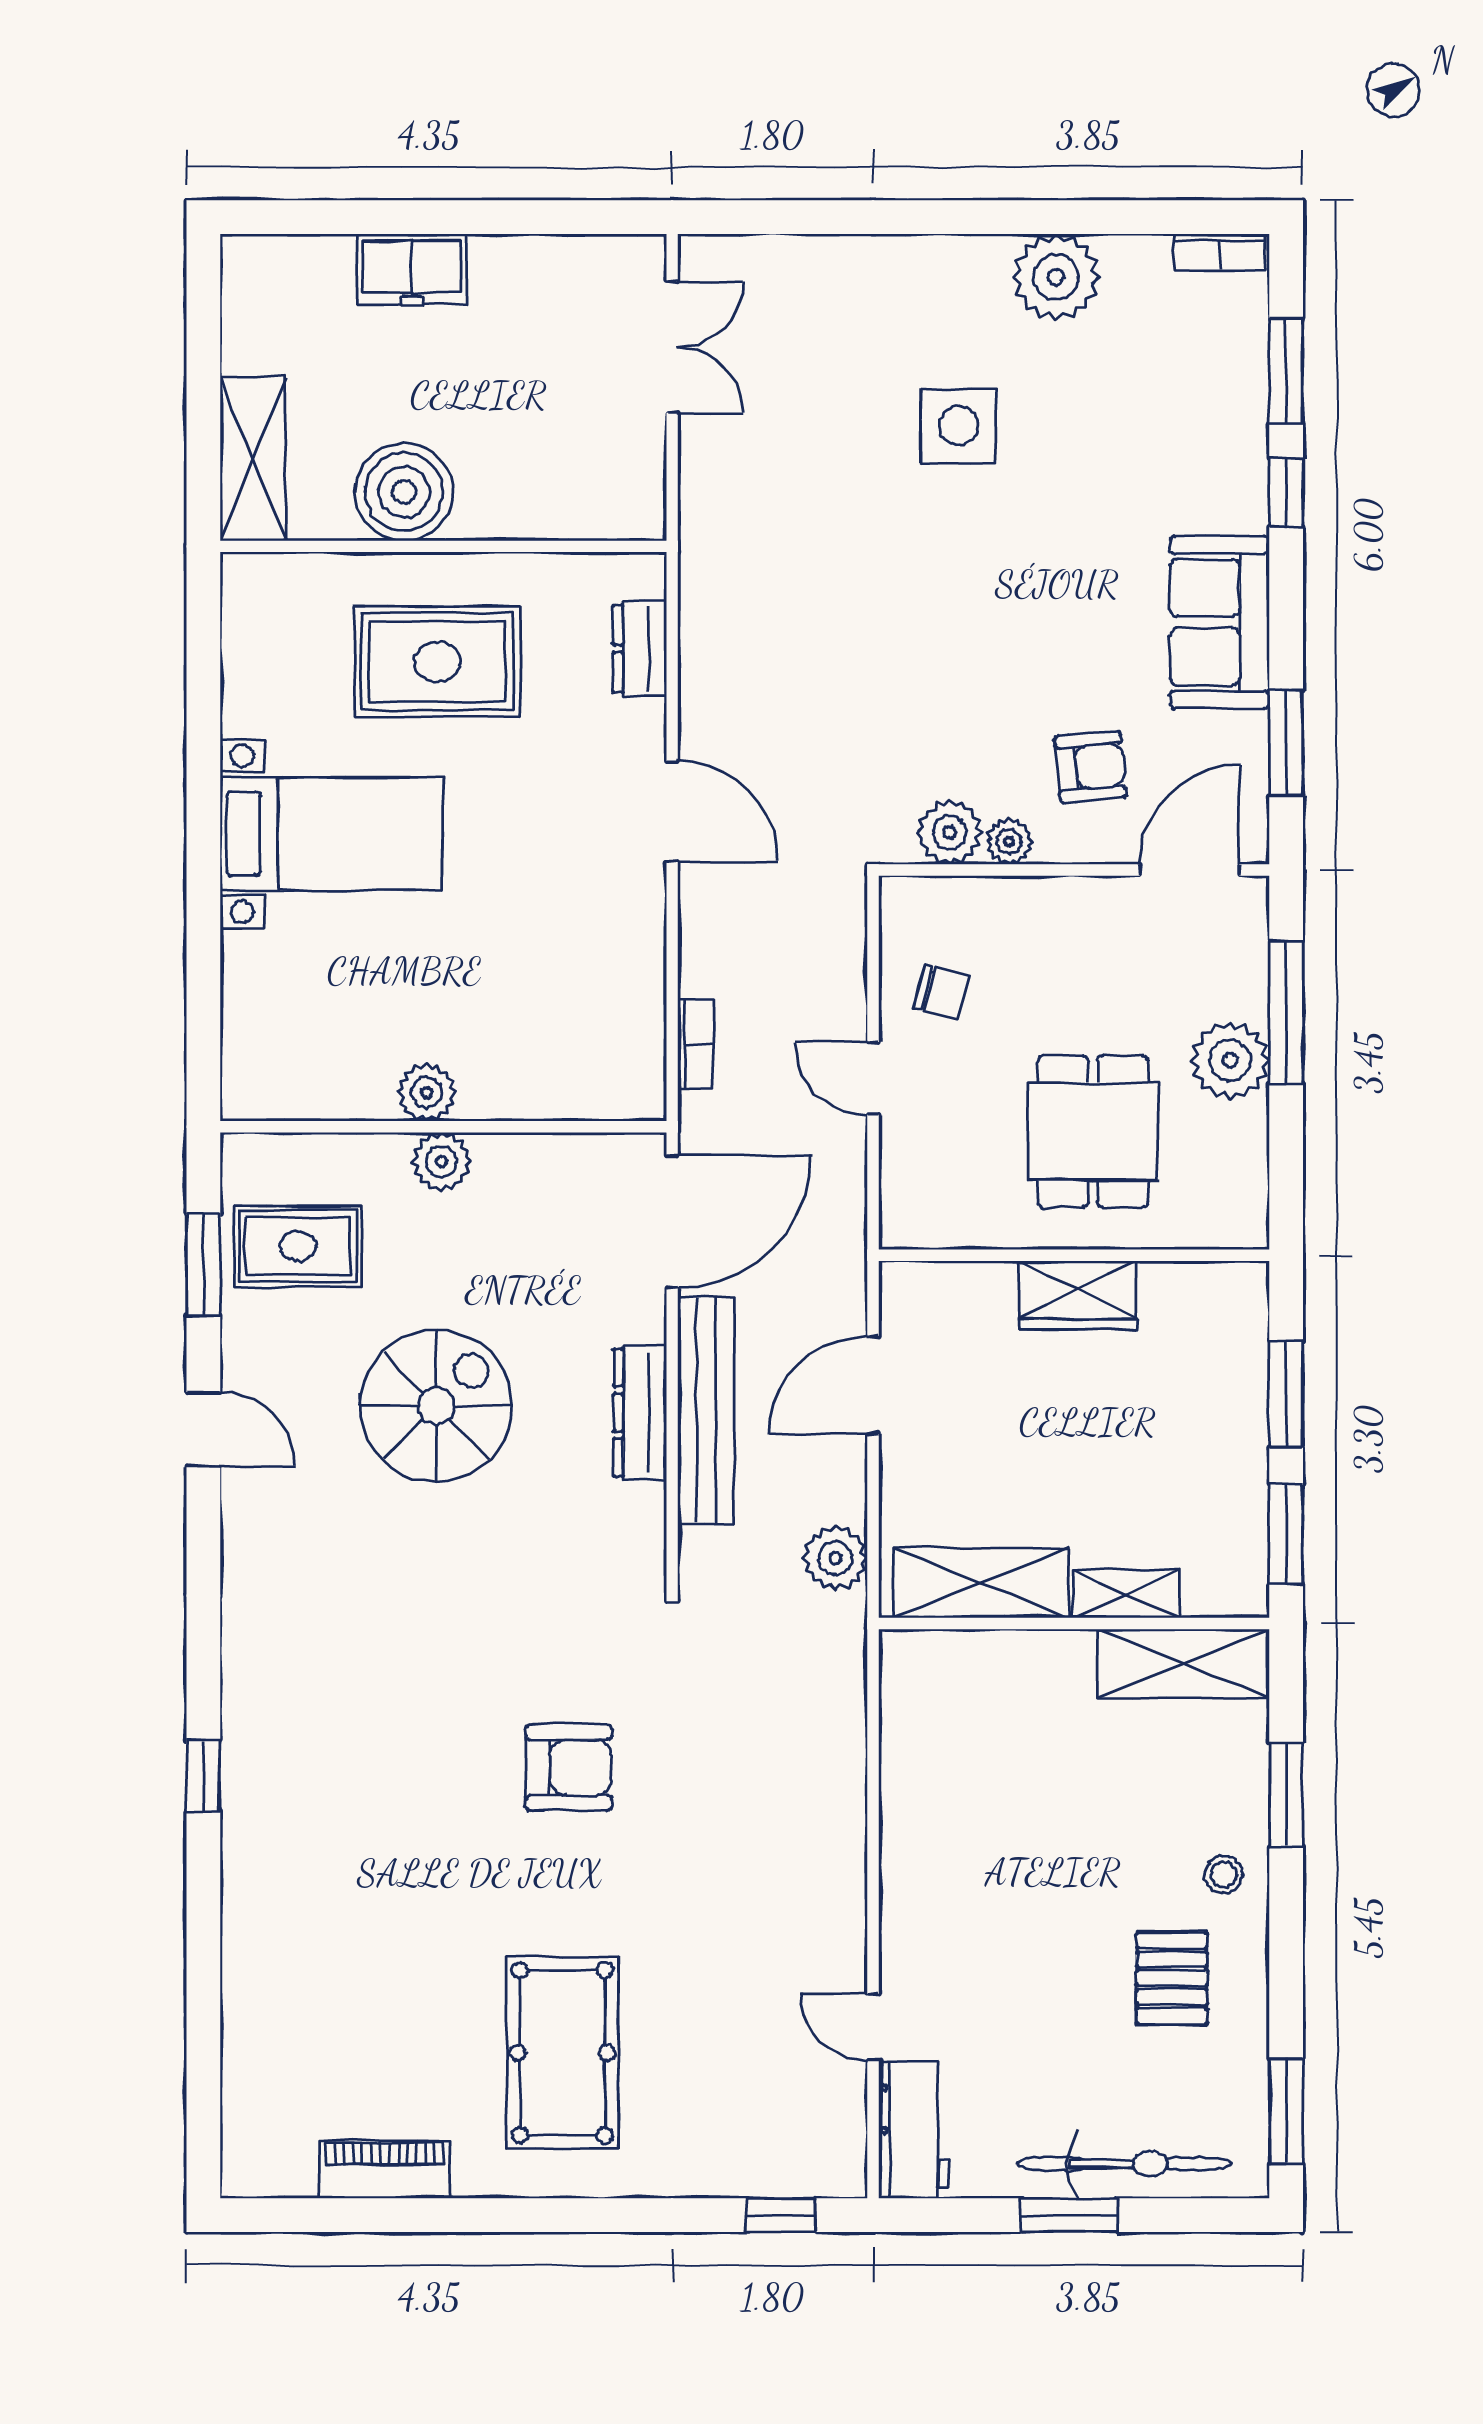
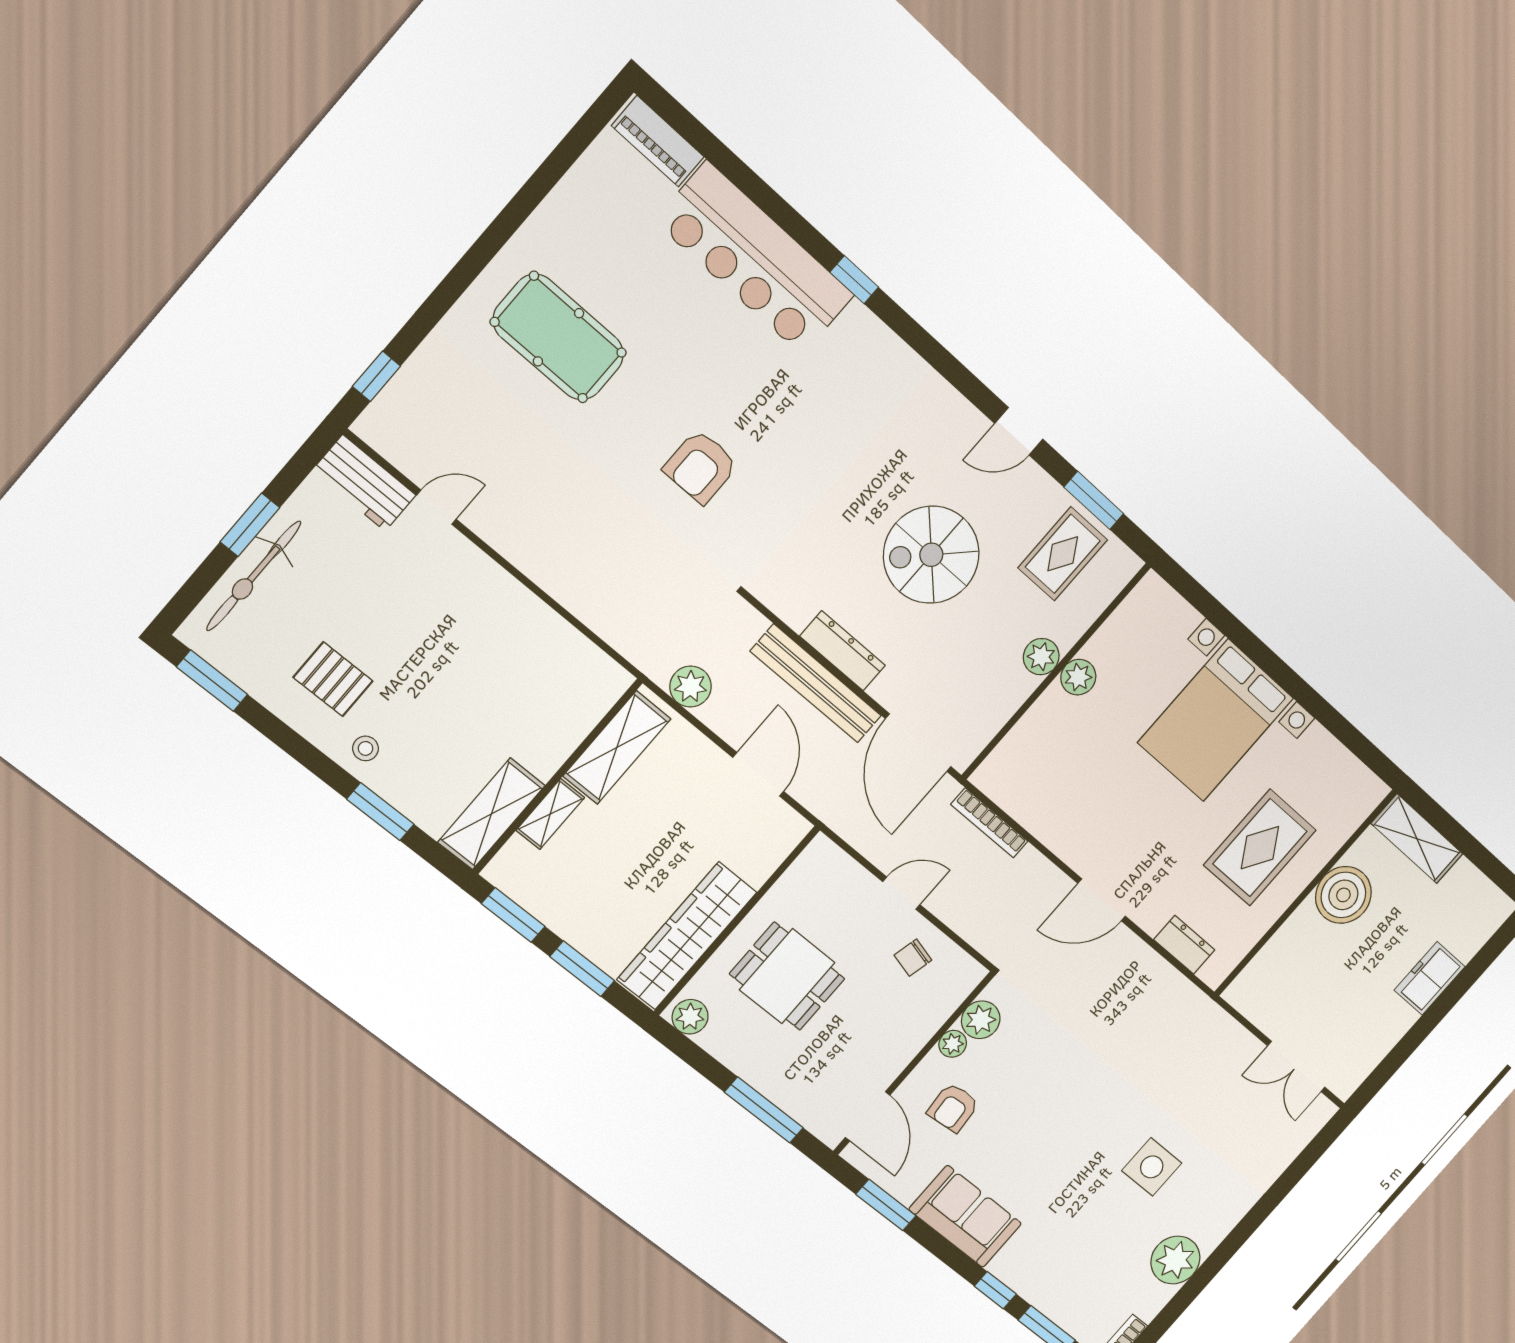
bed with nightstands: (331, 834) -> (1216, 720), width x1.36
bookcase: (696, 1044) -> (989, 823), width x1.56
plant: (1230, 1060) -> (690, 1017), moved, width x0.73, depth x0.73
wardrobe: (1078, 1295) -> (687, 936), width x2.10, depth x1.17
spiral stairs: (436, 1406) -> (931, 555), turned 90
bar counter: (281, 1909) -> (755, 259), added
piano: (384, 2169) -> (658, 141), moved, turned 90

